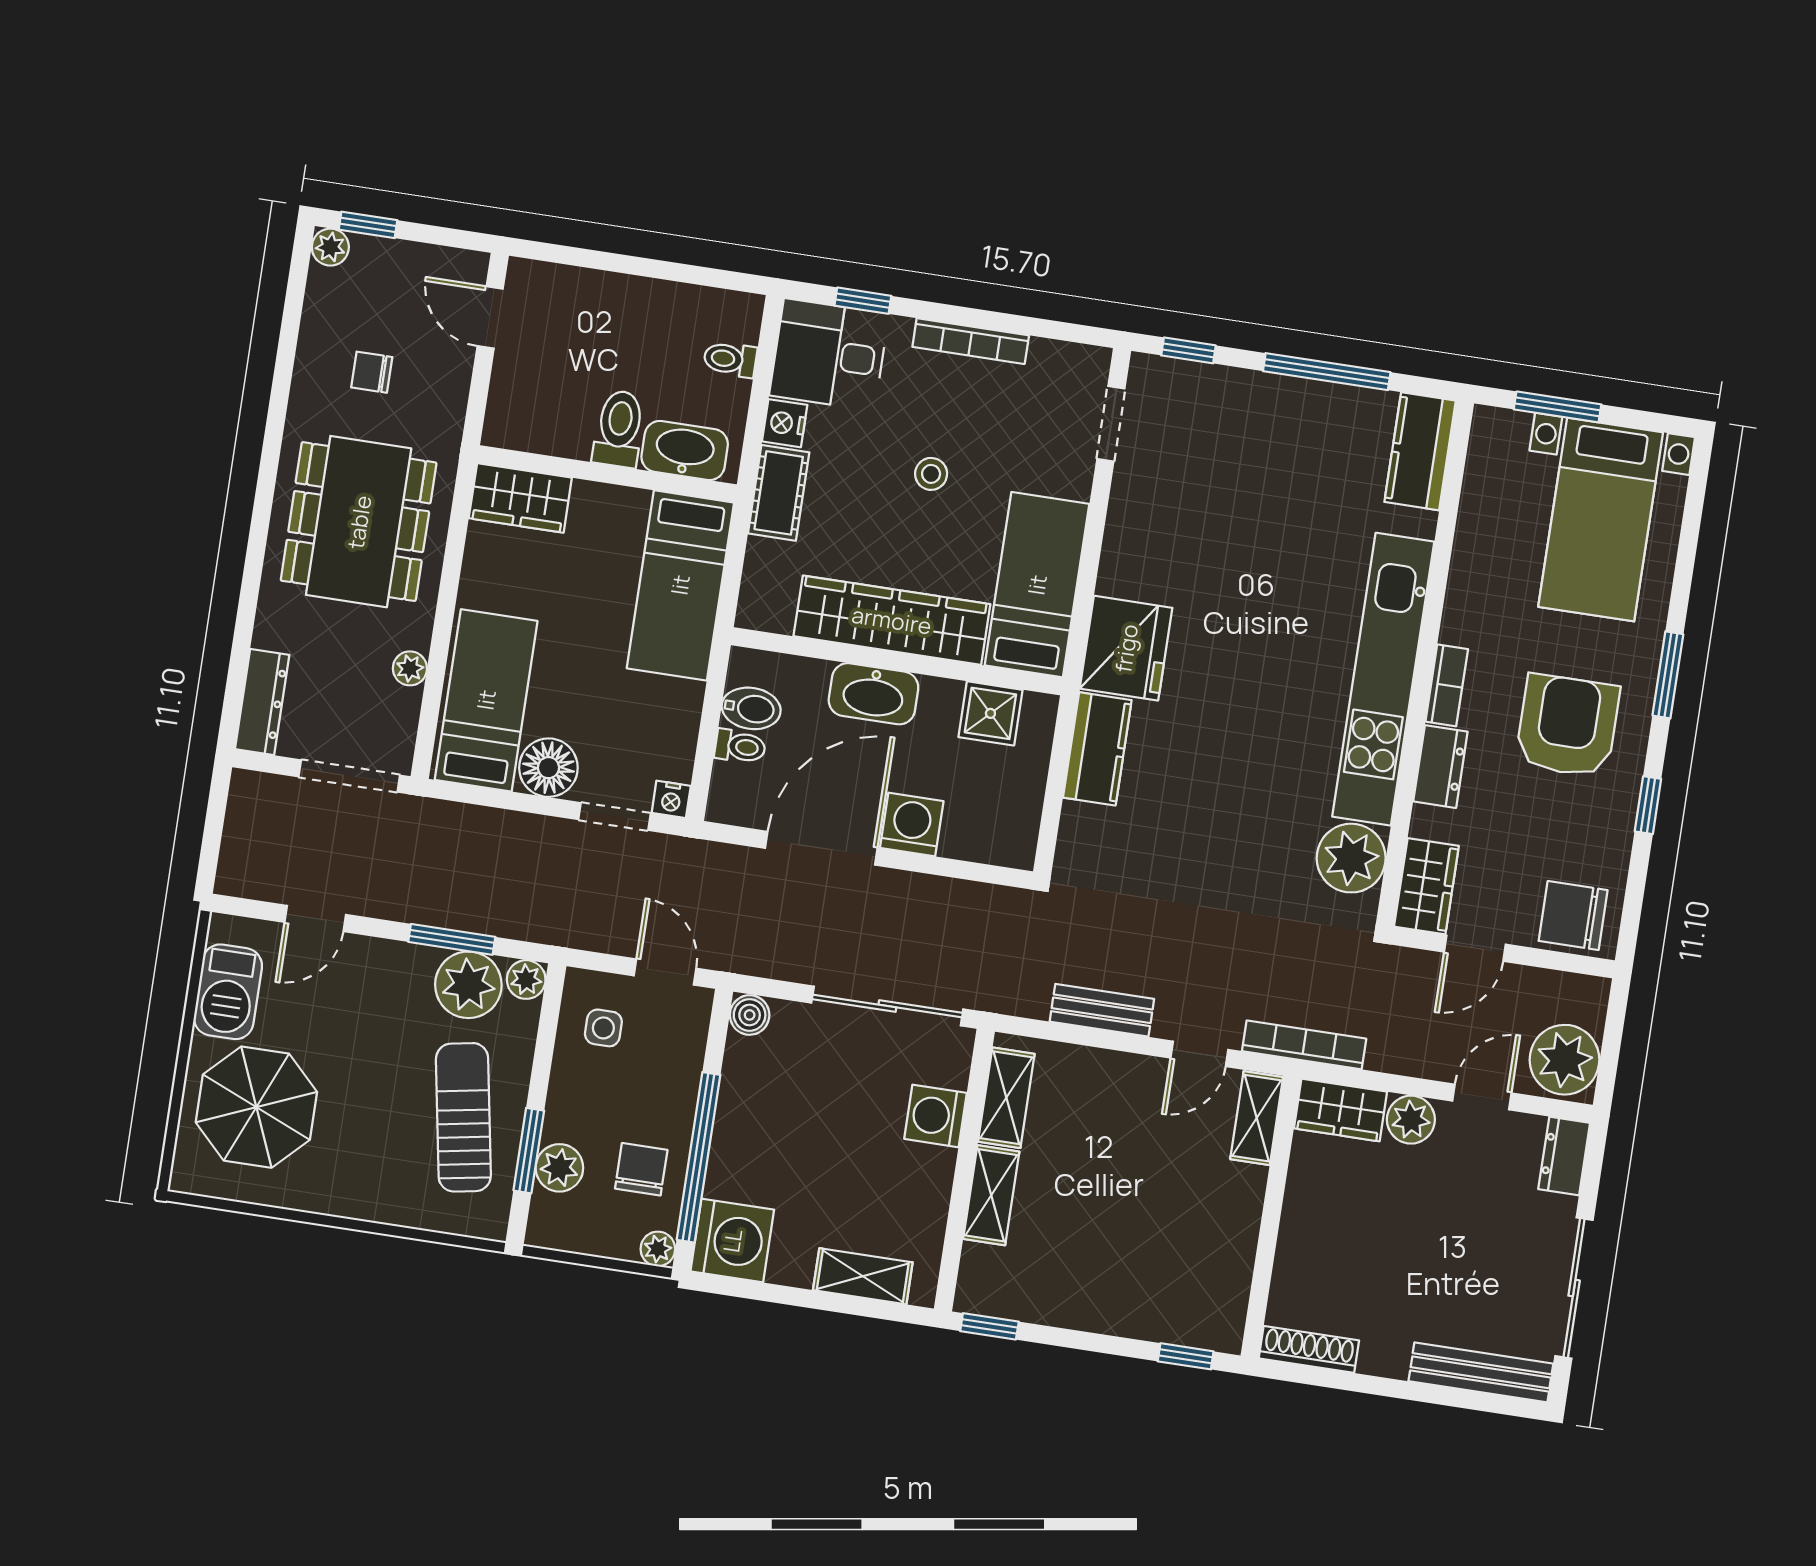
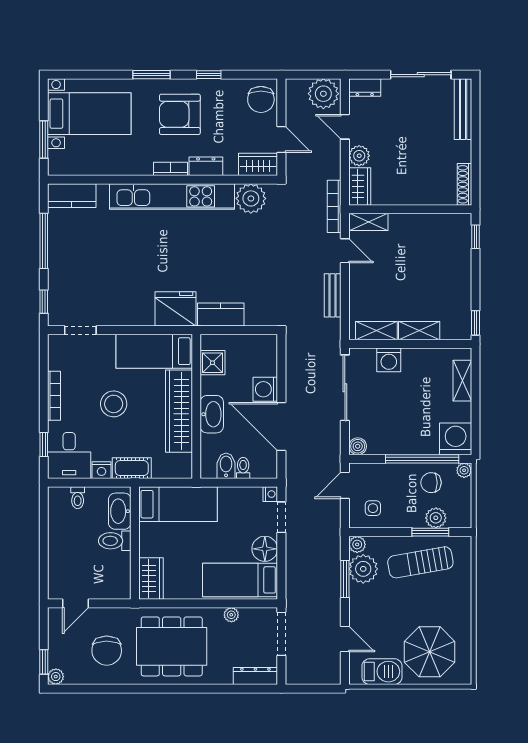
chair: (372, 372) -> (107, 651), width x1.87, depth x1.87
stool: (931, 474) -> (114, 404), width x1.89, depth x1.89

